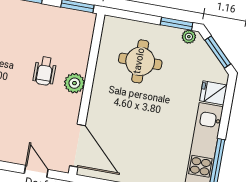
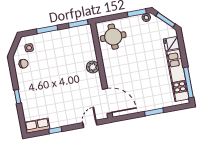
round table: (140, 61) -> (113, 37), moved
wheelchair: (45, 71) -> (74, 67), removed
door: (36, 171) -> (90, 124), hinge flipped

